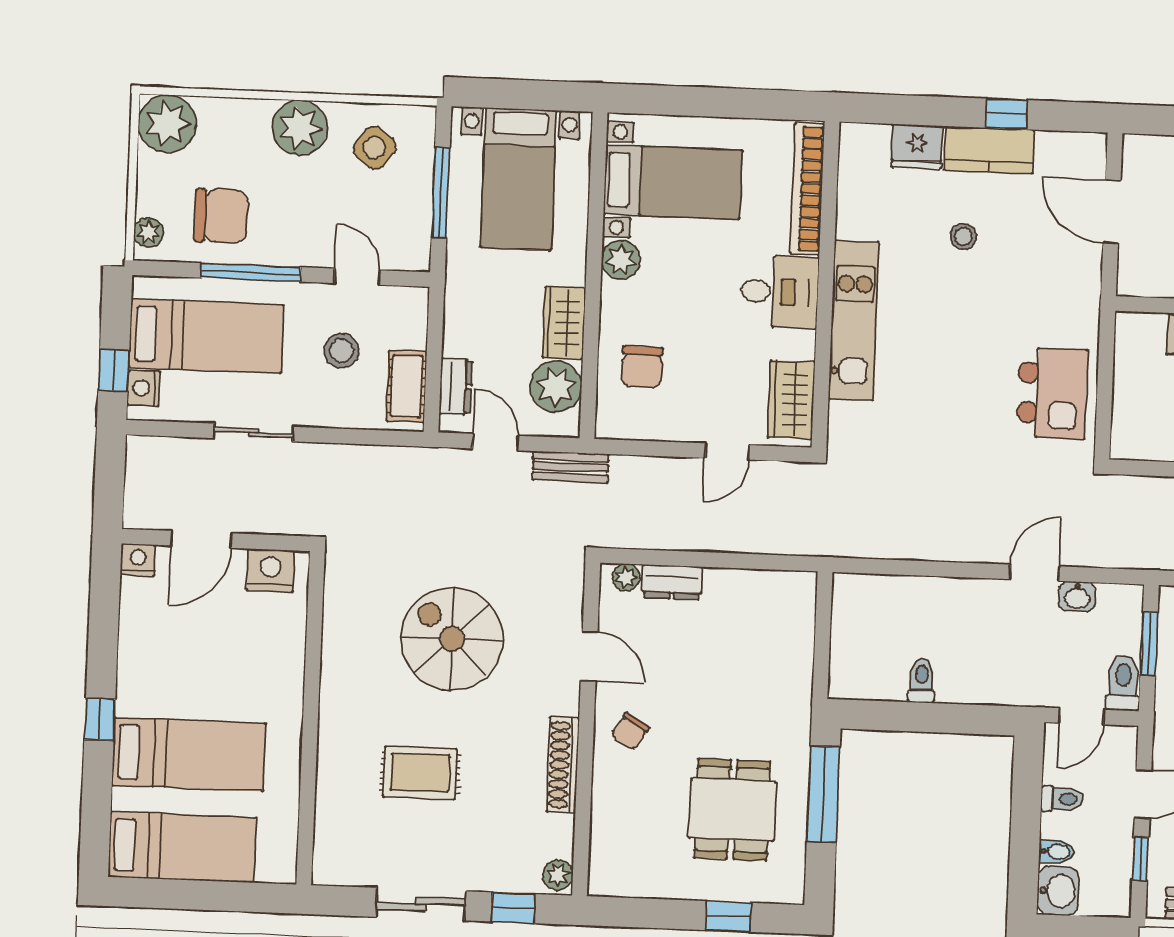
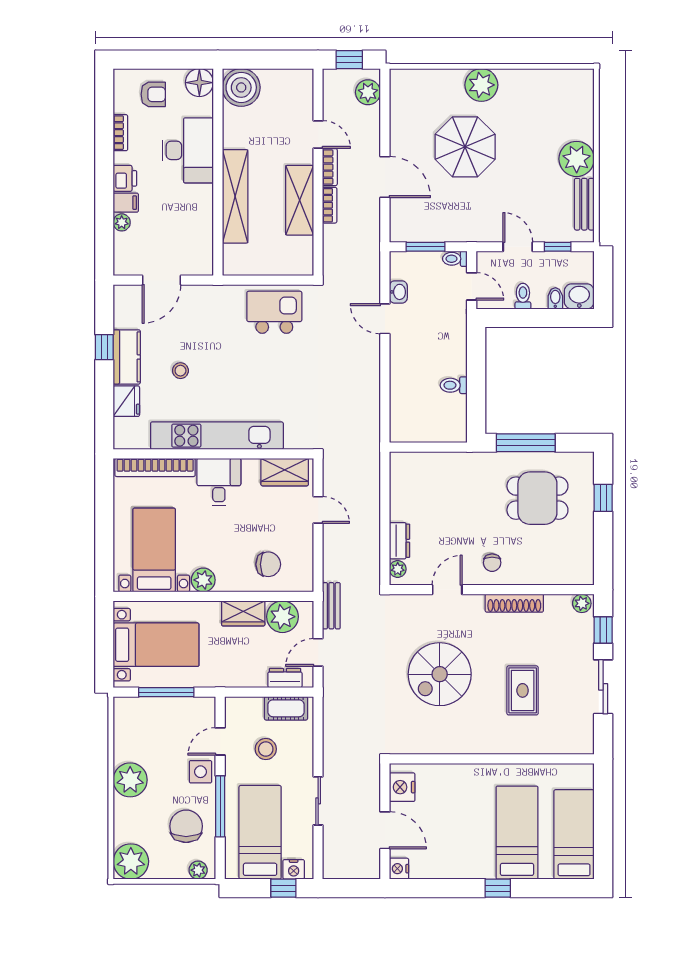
side table: (375, 148) -> (201, 772), moved, turned -38
kitchen unit: (854, 320) -> (217, 436), width x1.36
toilet: (1123, 683) -> (455, 259), width x0.73, depth x0.72
chair: (630, 731) -> (492, 563), turned 58

